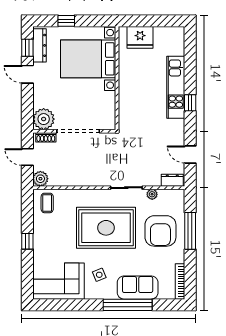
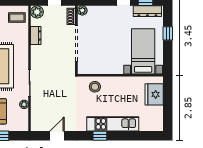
bed with nightstands: (88, 59) -> (143, 51), width x0.73
stool: (131, 109) -> (95, 87), added
plant: (44, 119) -> (82, 10), width x0.53, depth x0.53
dresser: (172, 180) -> (36, 36), moved

